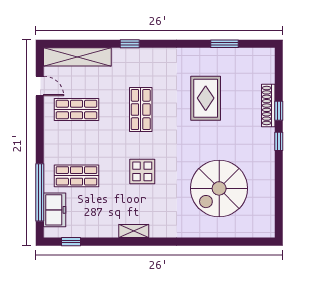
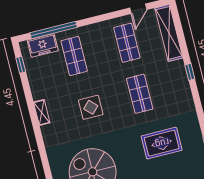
shop shelf: (141, 110) -> (140, 94), turned 90

